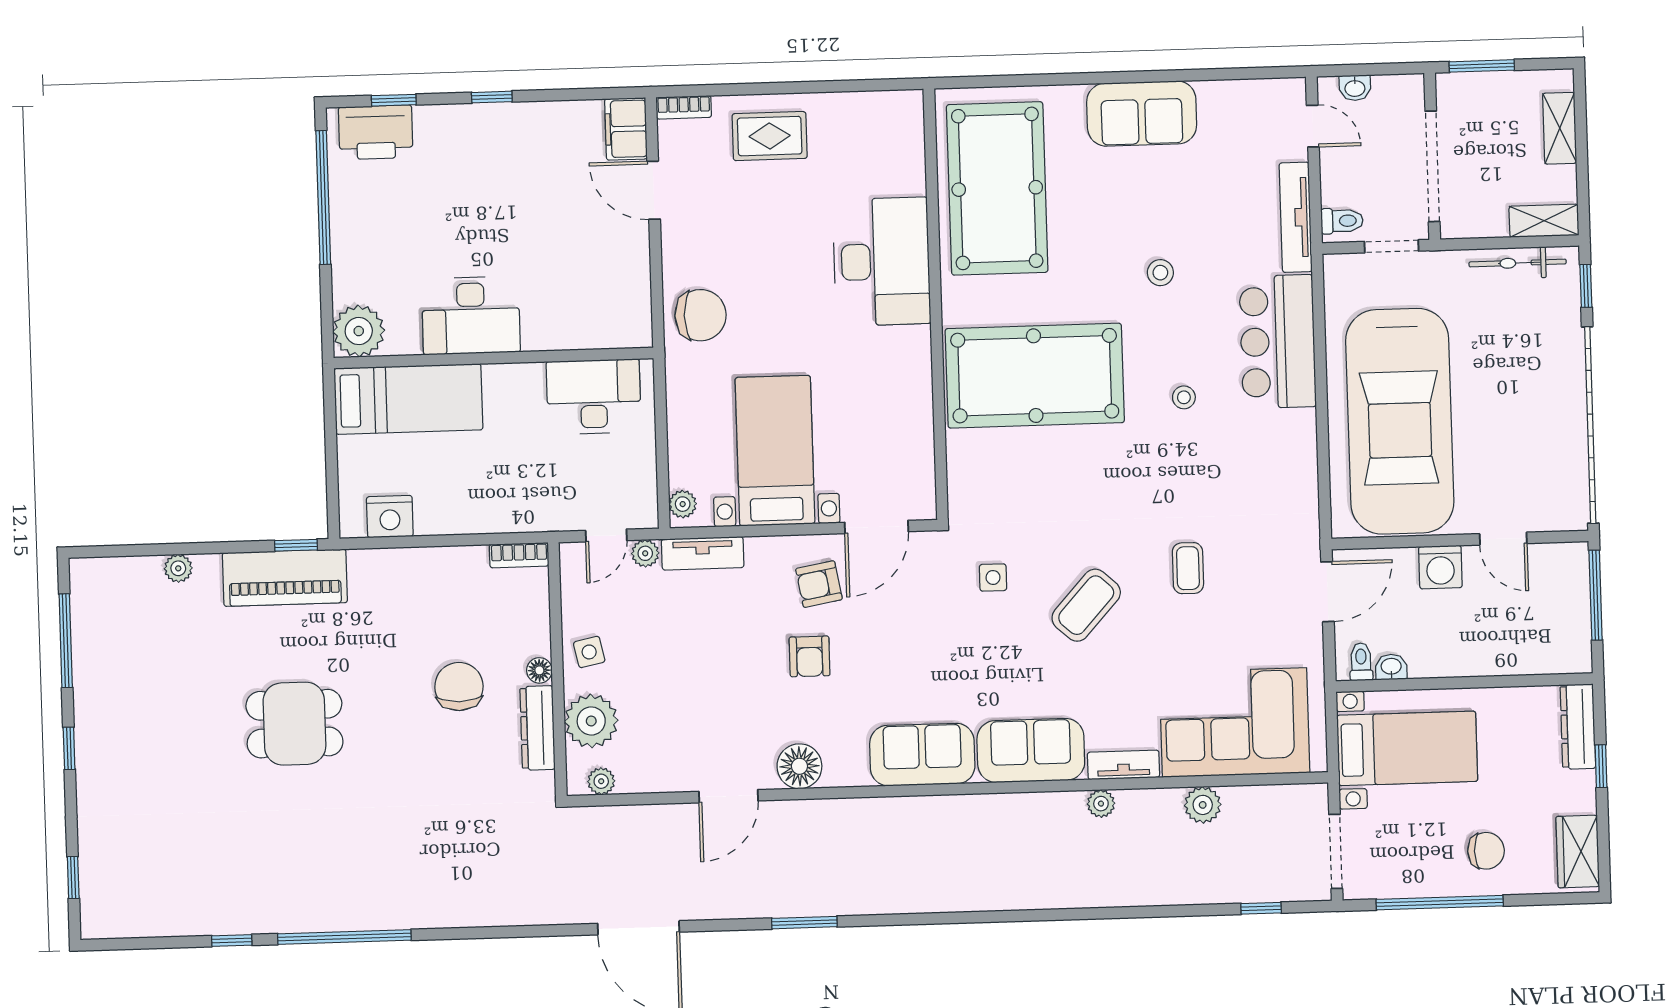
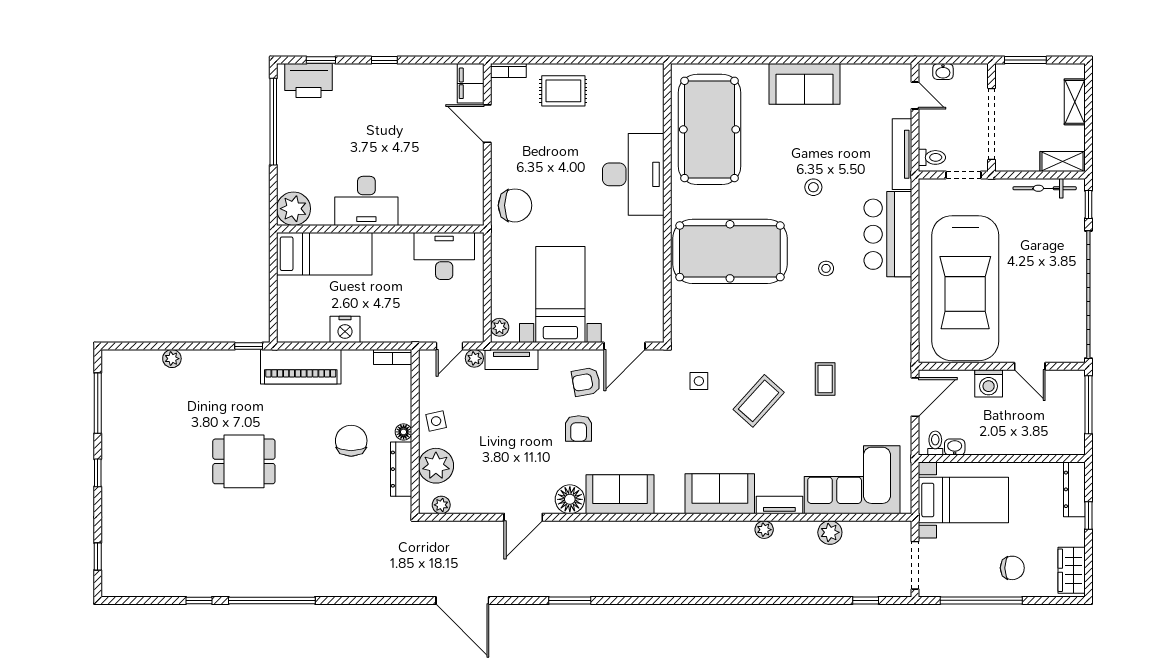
nightstand: (390, 517) -> (345, 329), moved
piano: (285, 578) -> (301, 367), moved
sofa: (922, 755) -> (620, 494), moved

